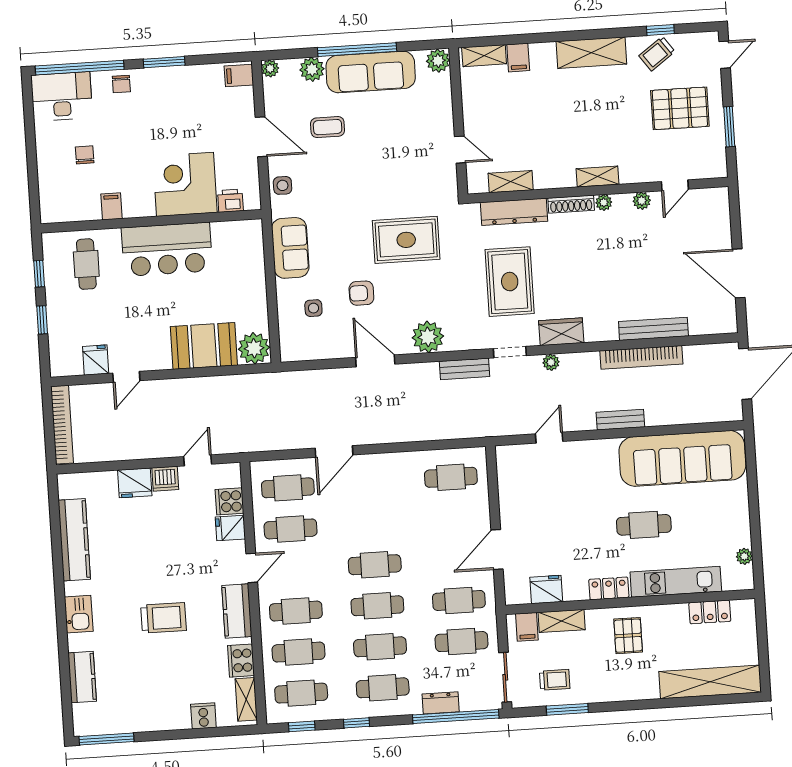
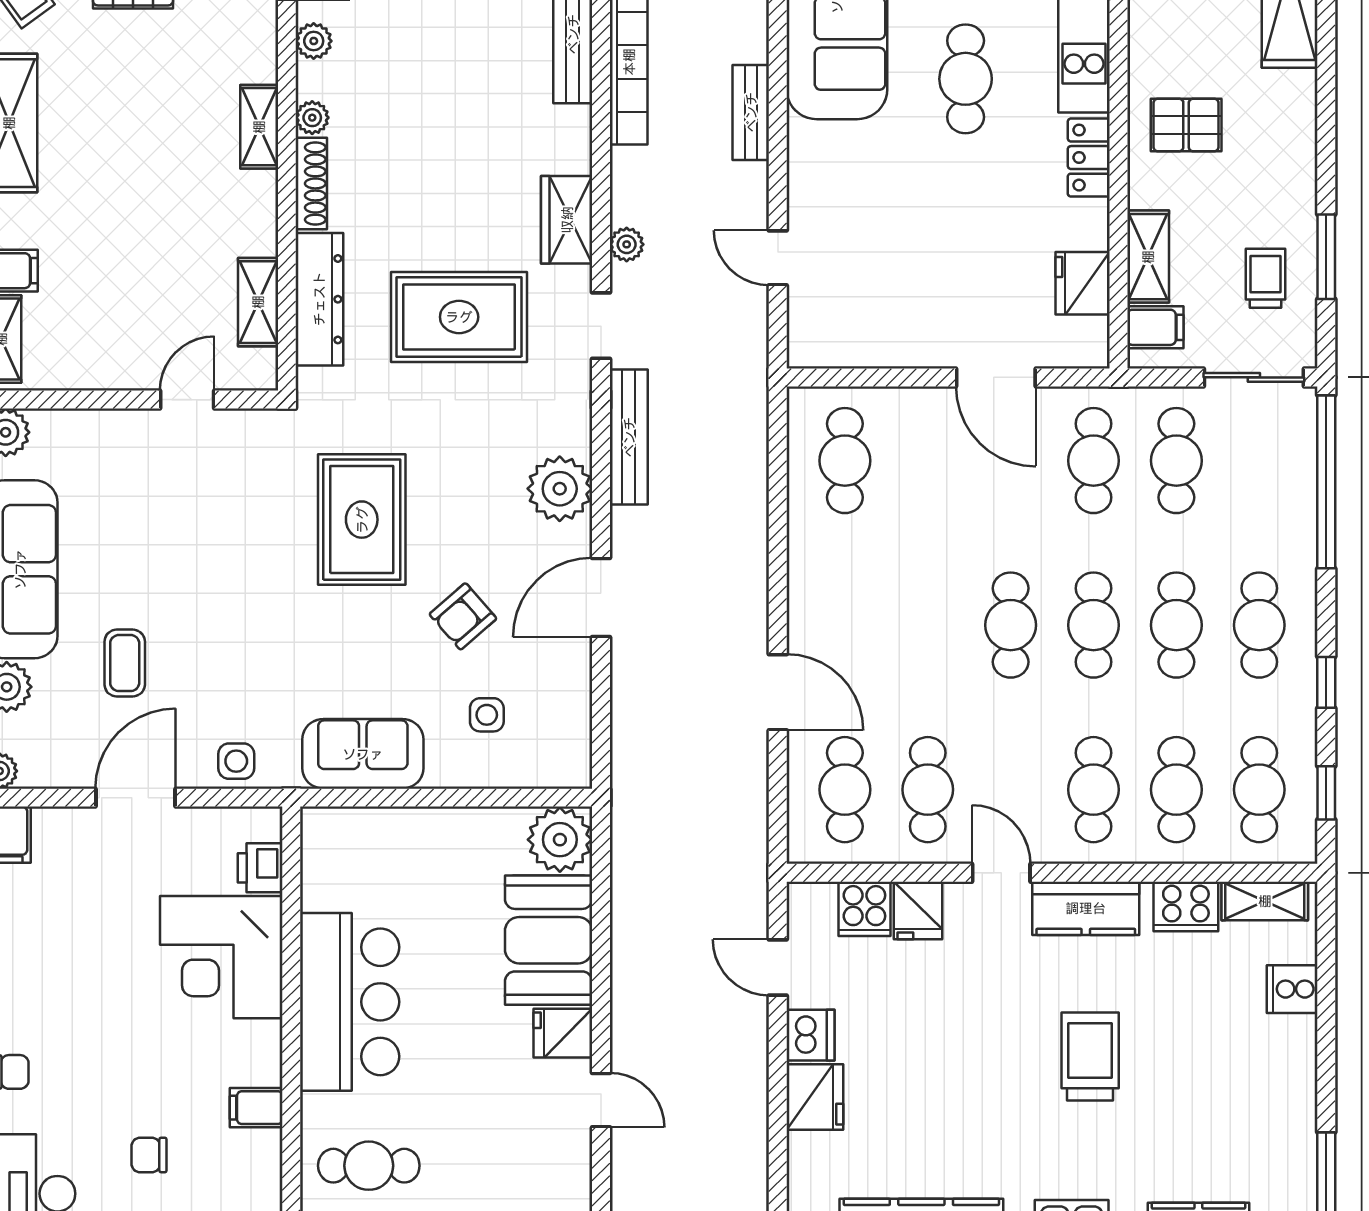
armchair: (361, 293) -> (463, 616), turned 49
fridge: (96, 360) -> (563, 1033), moved
bench: (465, 369) -> (629, 437), width x1.36
dresser: (441, 703) -> (1297, 511), removed

